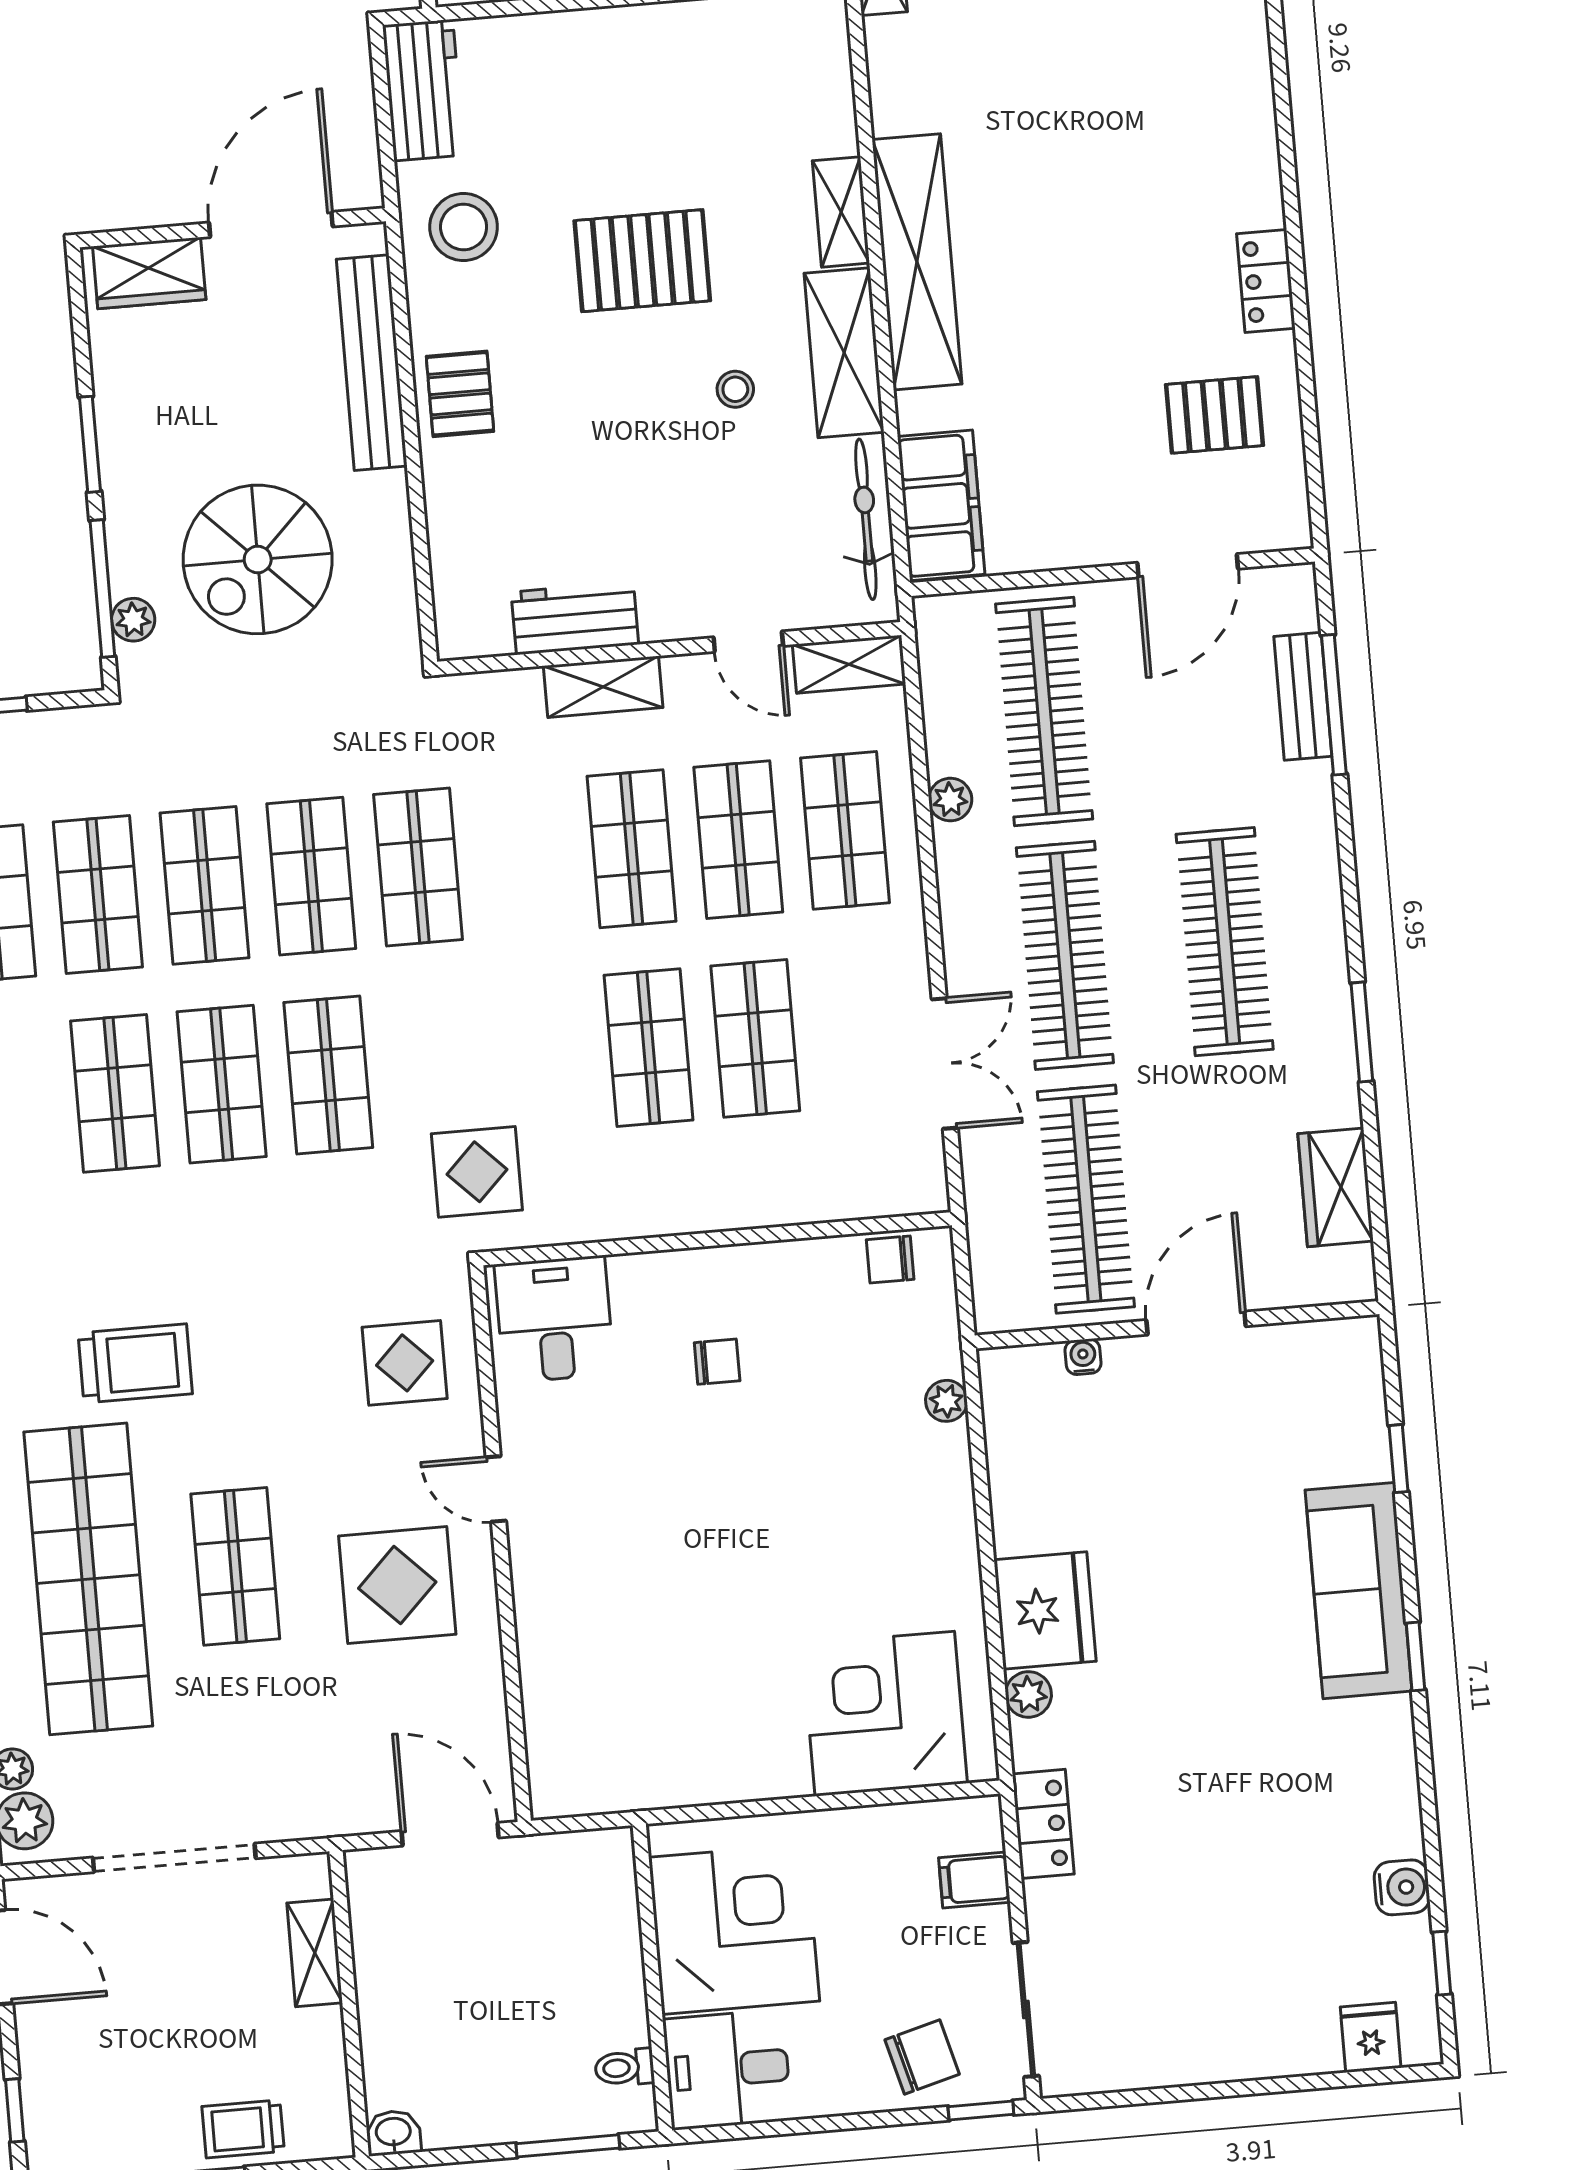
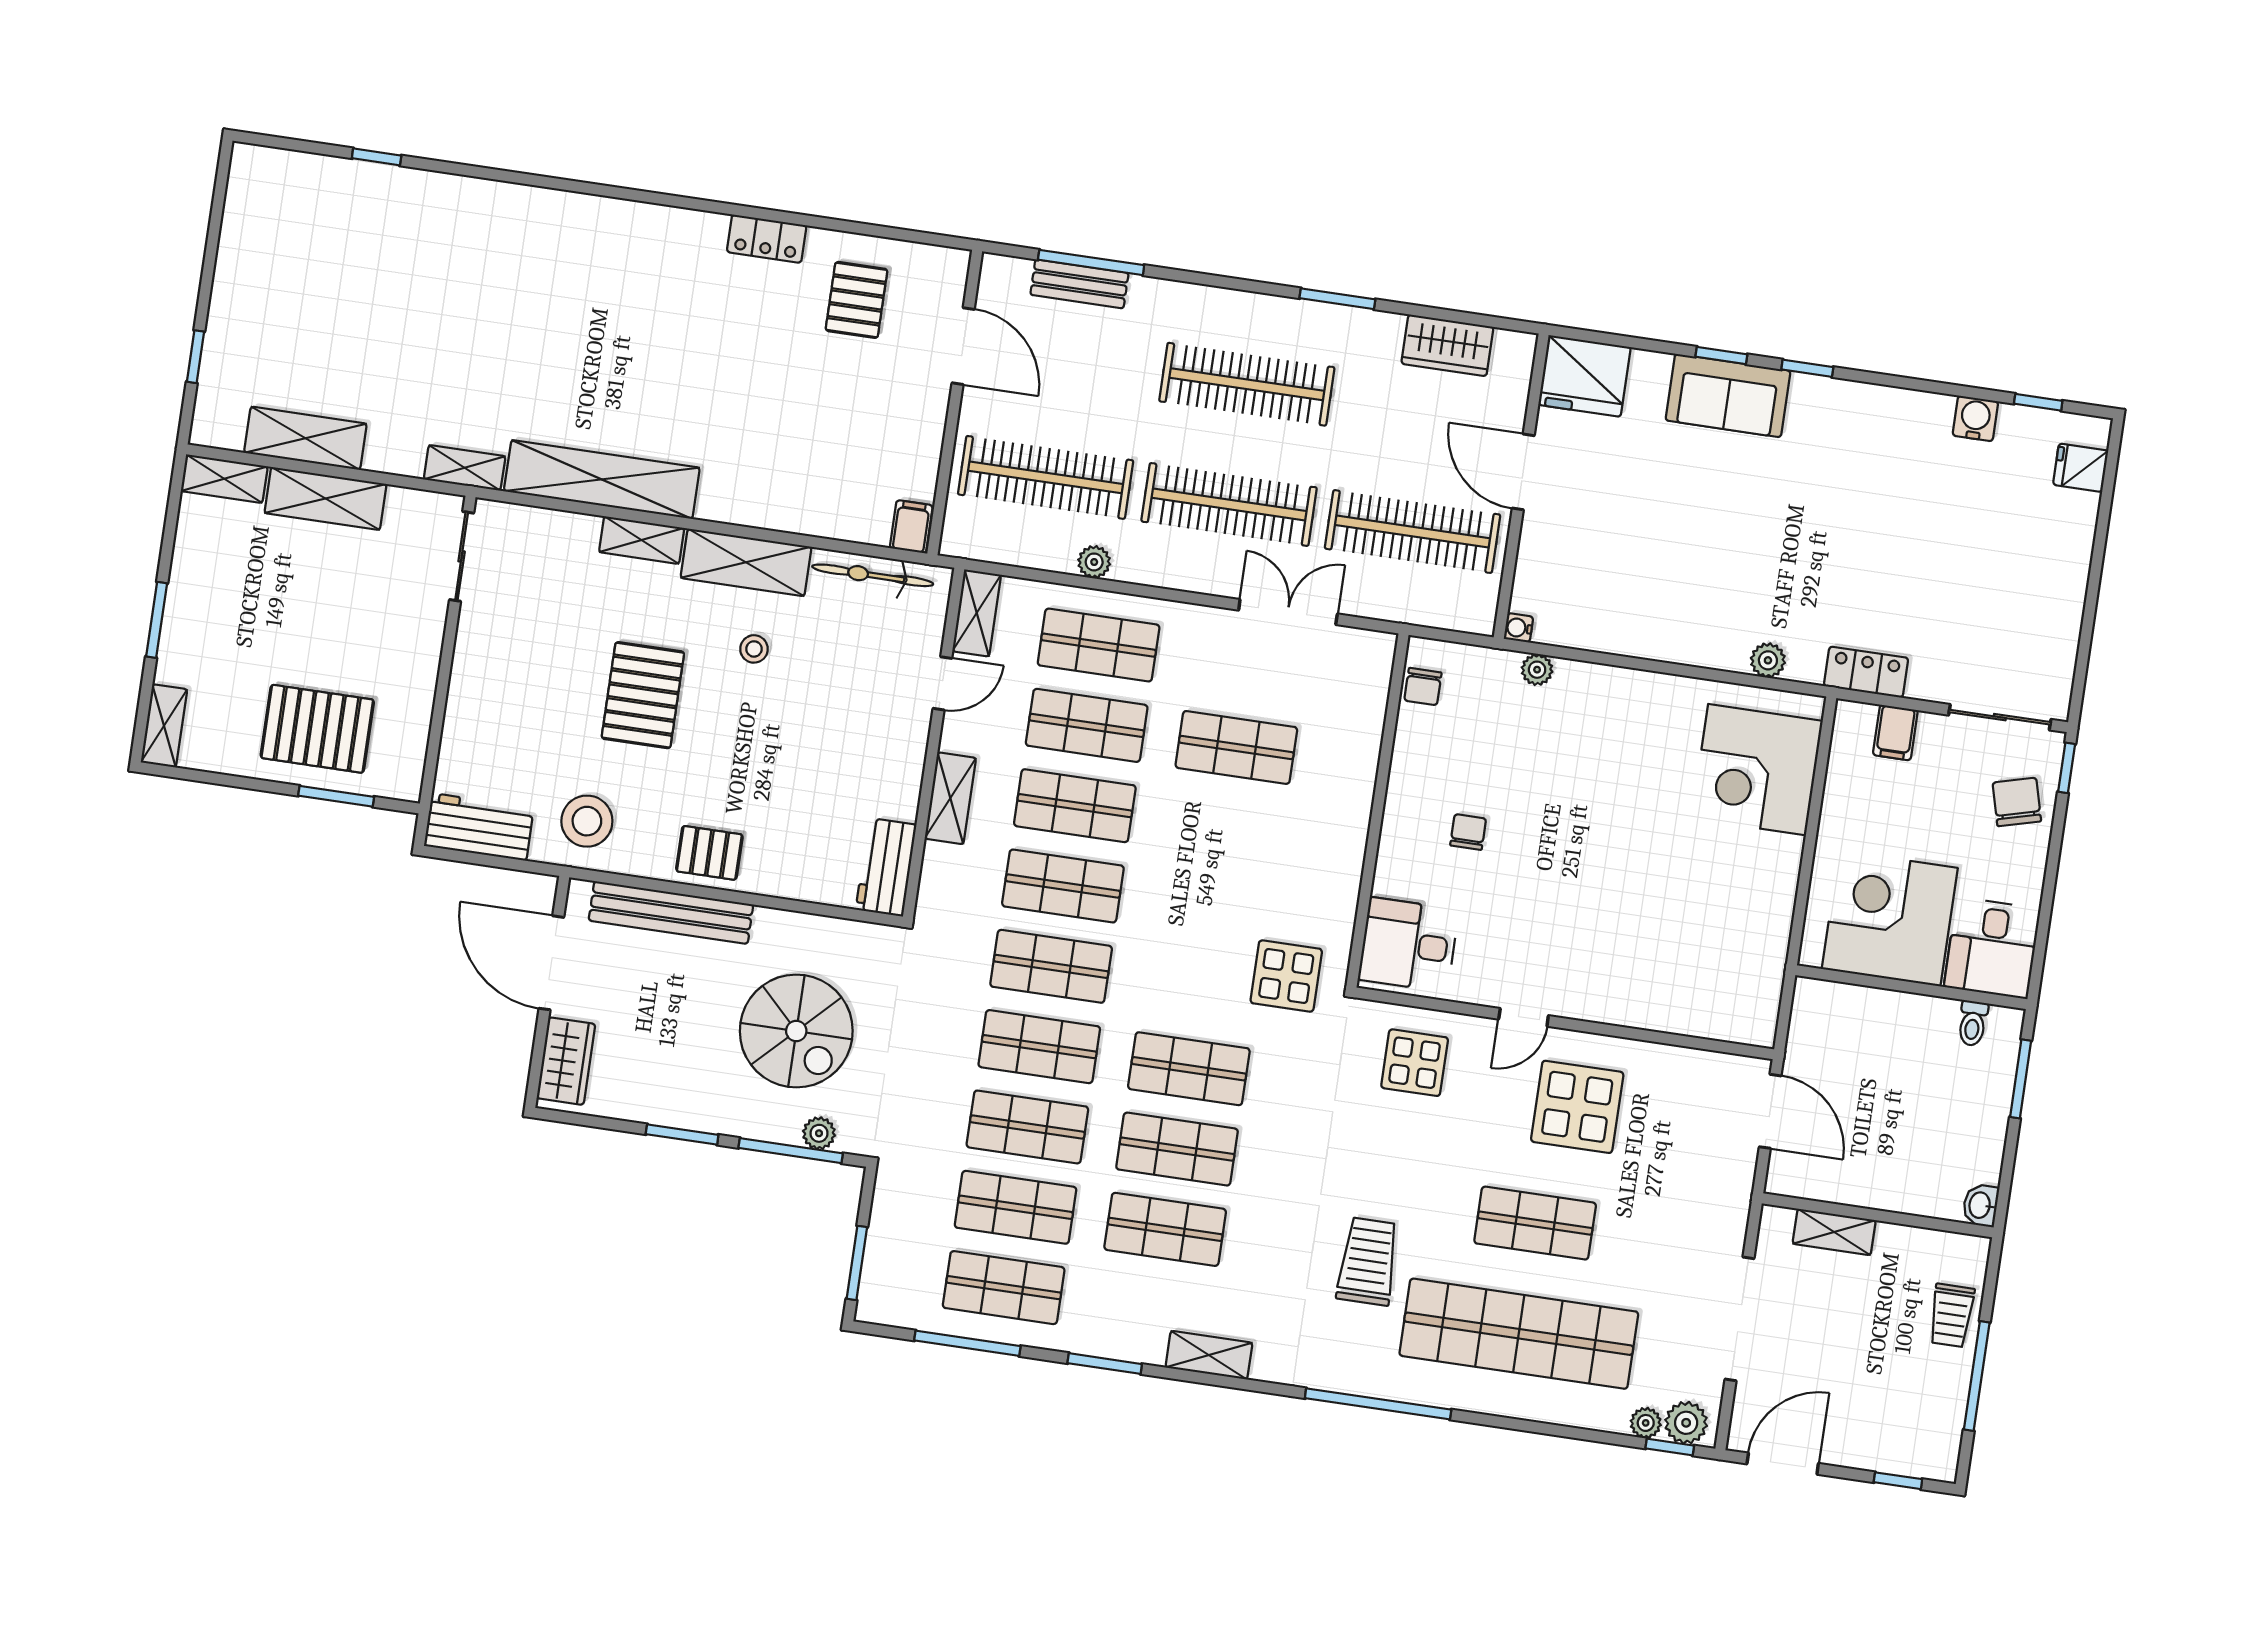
shelving: (917, 262) -> (602, 479), moved
filing cabinet: (941, 505) -> (911, 527), width x0.33, depth x0.86
workbench: (575, 618) -> (886, 867), moved
shop shelf: (649, 1048) -> (1063, 886), moved
water cooler: (1083, 1357) -> (1518, 628), moved
window: (1399, 1459) -> (1721, 355), moved
sofa: (1359, 1591) -> (1728, 396), width x0.73
fridge: (1045, 1610) -> (1585, 376), moved, turned 180
door: (450, 1834) -> (1770, 1111), swing flipped

